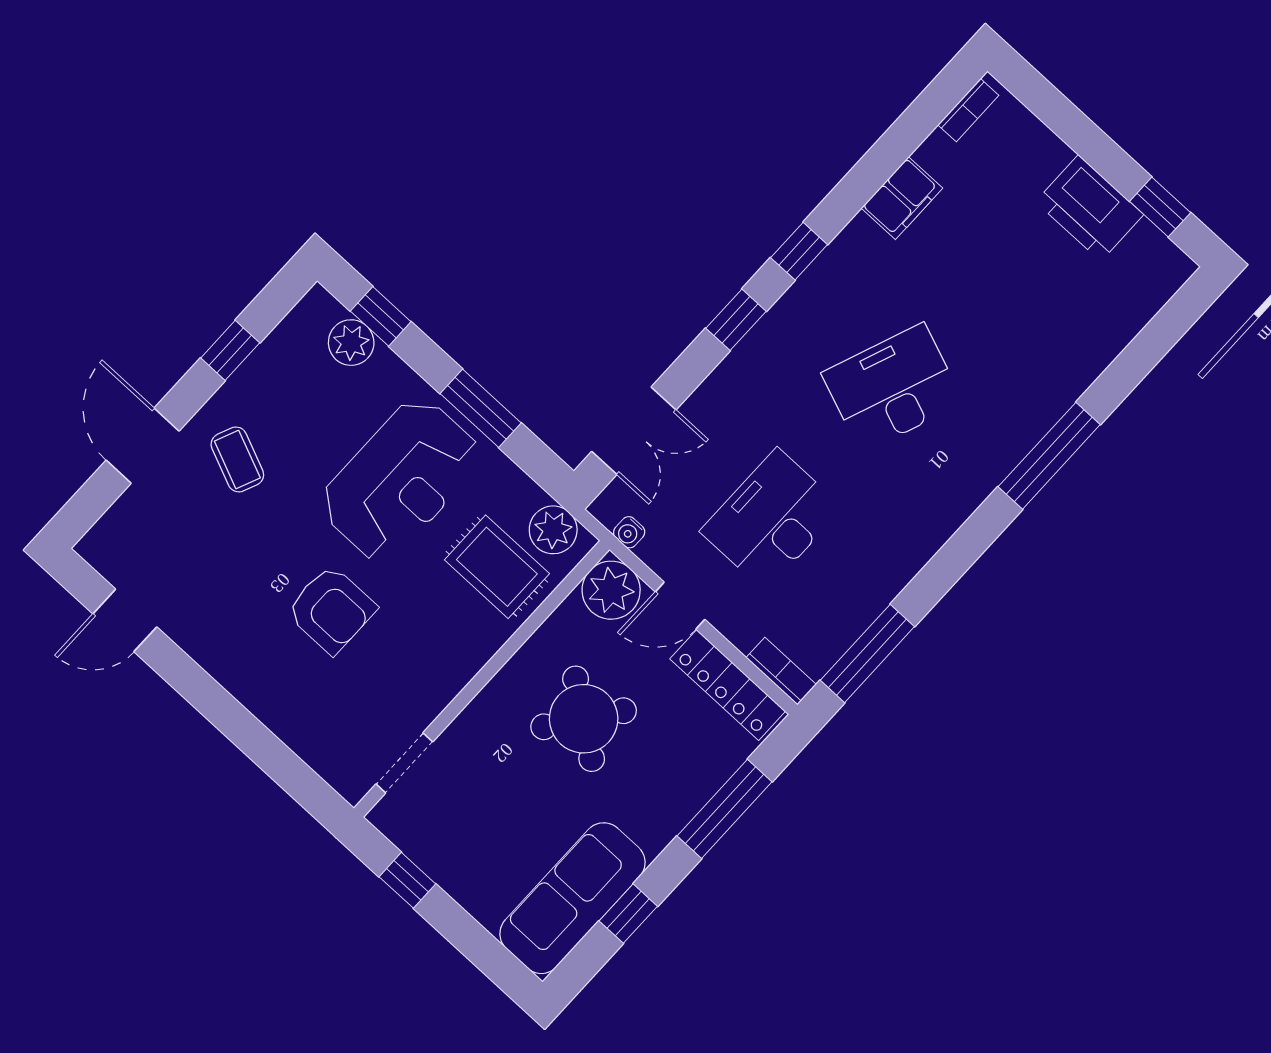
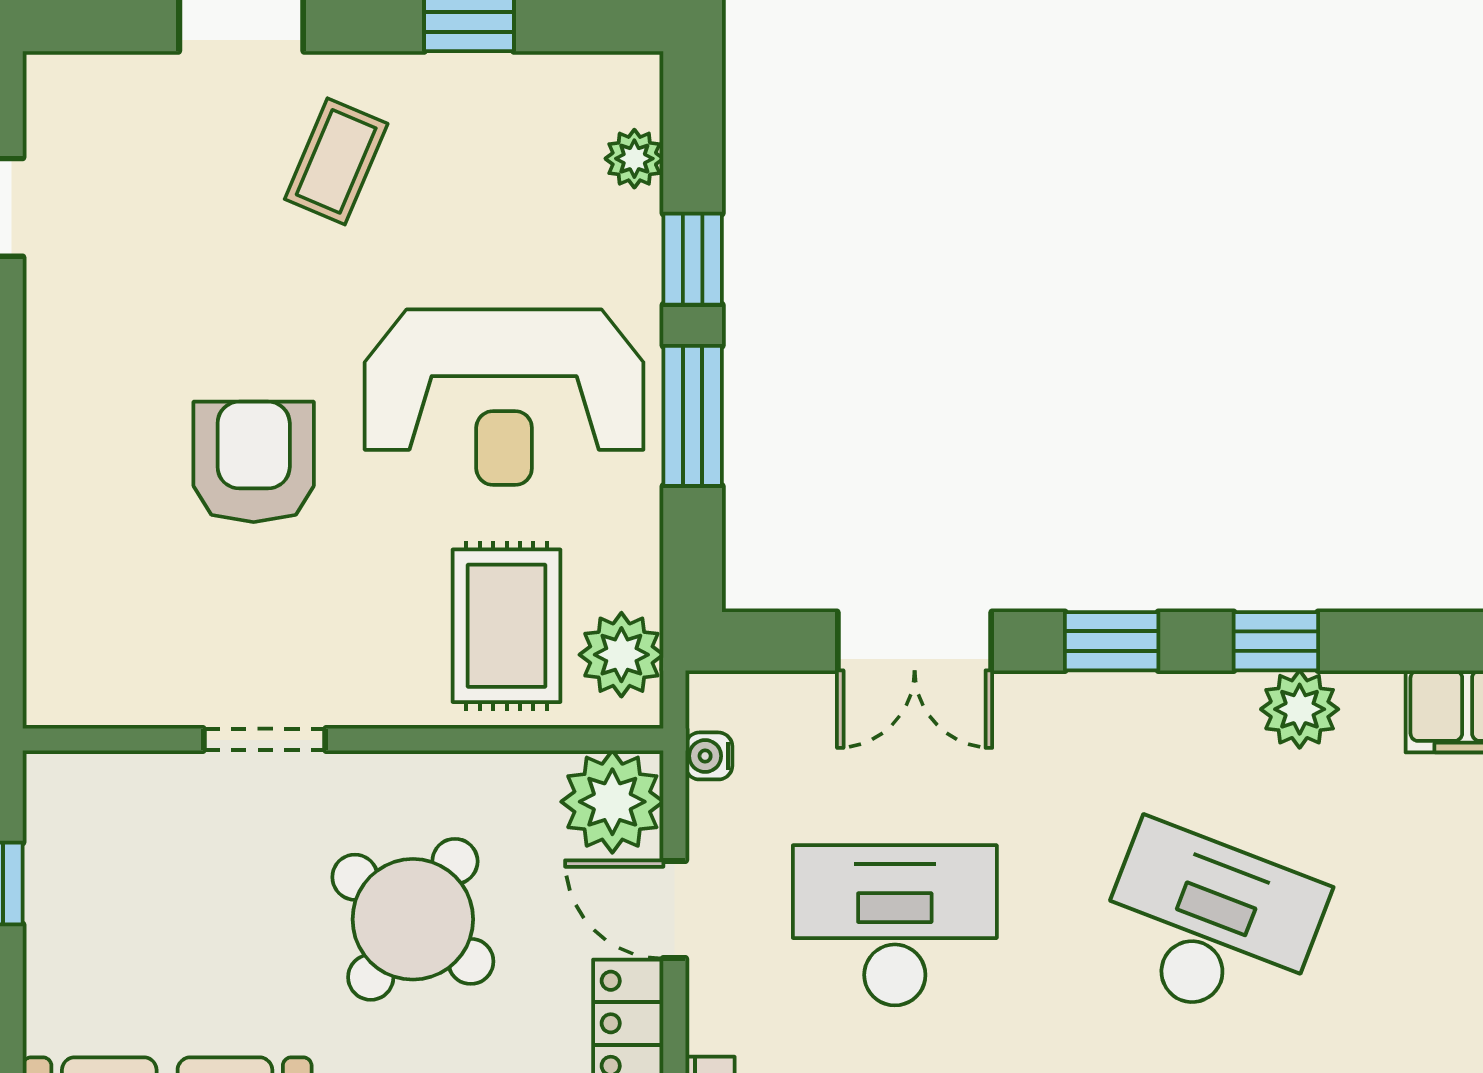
plant: (837, 267) -> (1300, 709), added
window: (381, 316) -> (693, 259), moved
plant: (351, 343) -> (634, 159), width x0.73, depth x0.73
double door: (634, 431) -> (915, 641), moved
armchair: (331, 609) -> (254, 462), turned 180
doorway: (404, 763) -> (265, 740), moved

